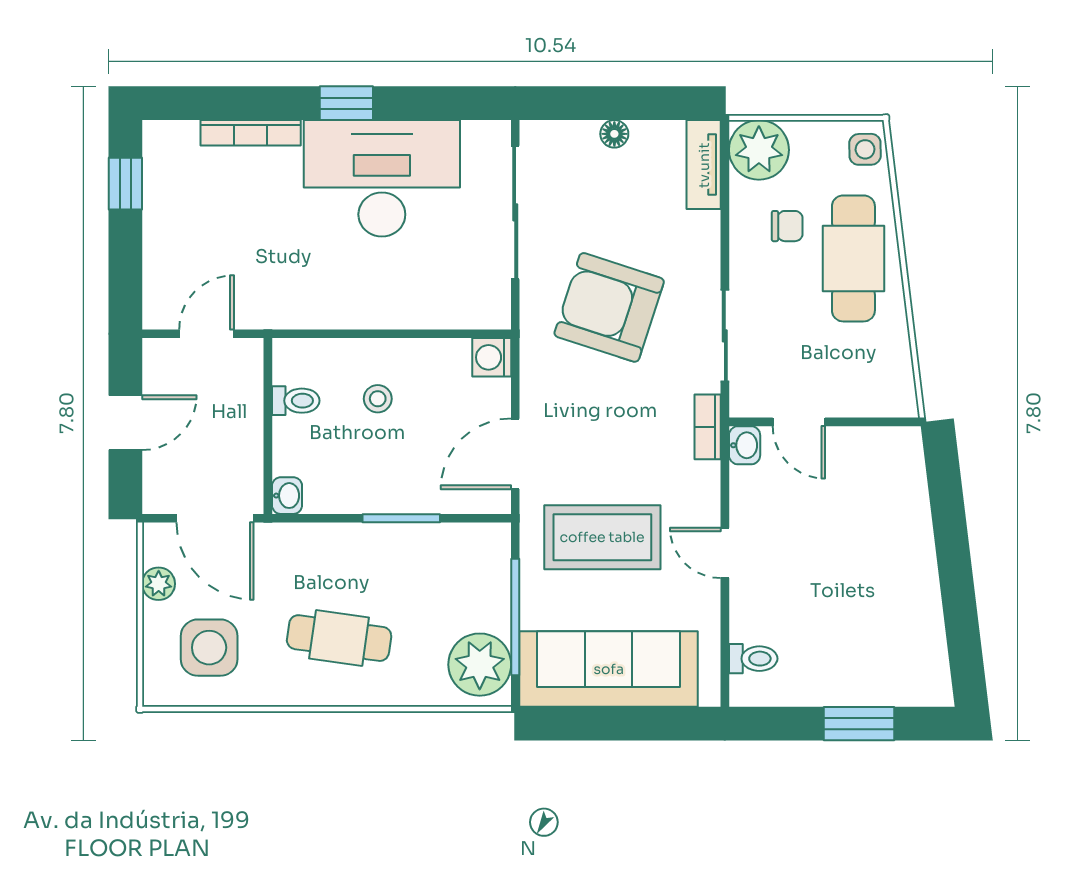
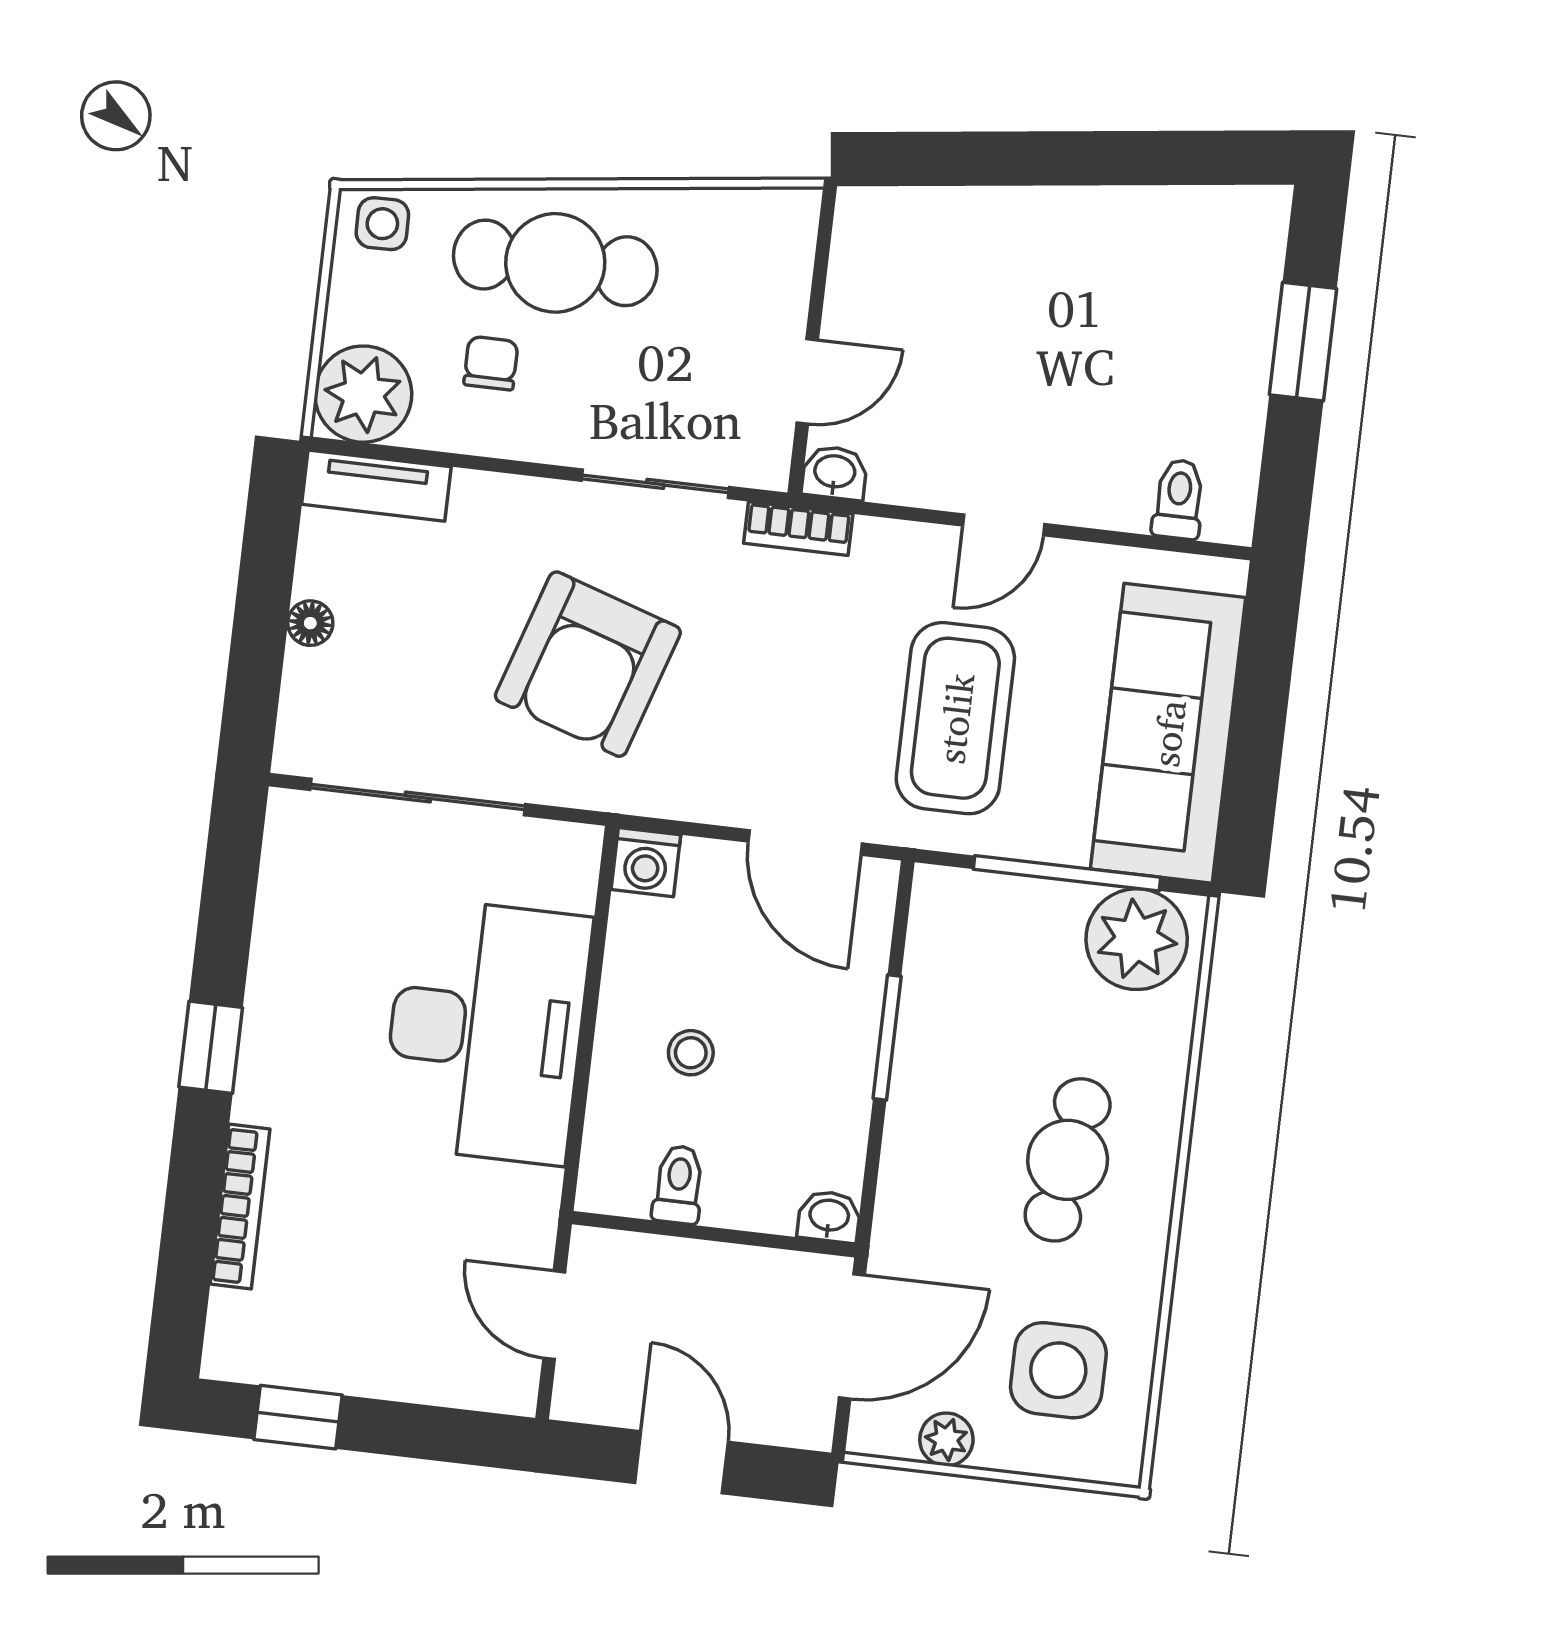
desk: (382, 178) -> (486, 1031), moved, turned 180

